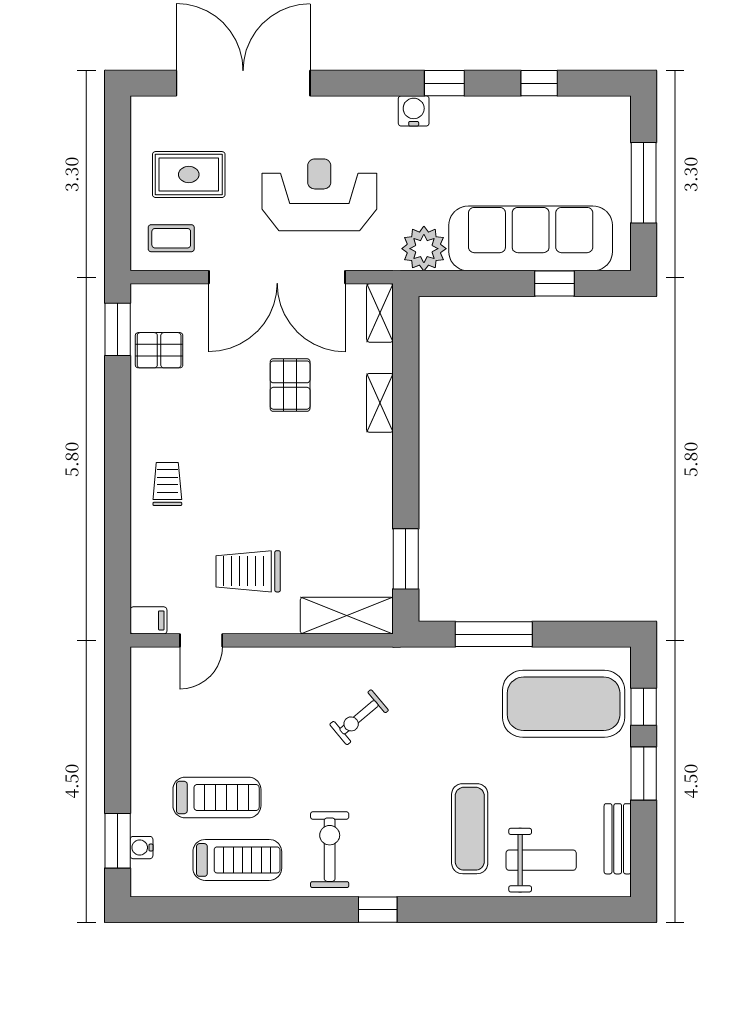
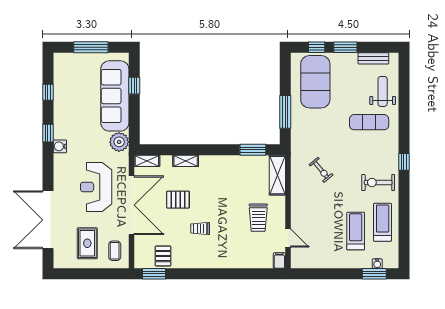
trolley: (167, 484) -> (200, 229), moved

